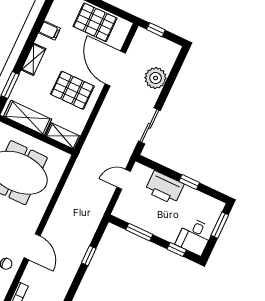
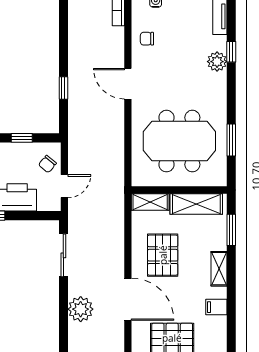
pallet: (72, 90) -> (163, 255), turned 90
chair: (129, 203) -> (47, 164), added
window: (139, 232) -> (22, 138), width x0.67
door: (32, 247) -> (128, 84), moved

